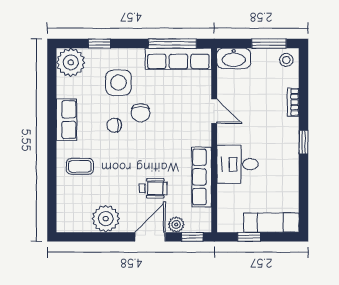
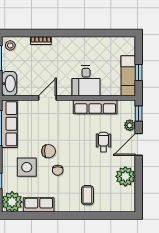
row of seats: (67, 120) -> (39, 205), moved
window: (304, 142) -> (70, 33), removed
exam couch: (271, 223) -> (128, 76), moved
door: (150, 237) -> (139, 144), hinge flipped

